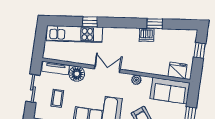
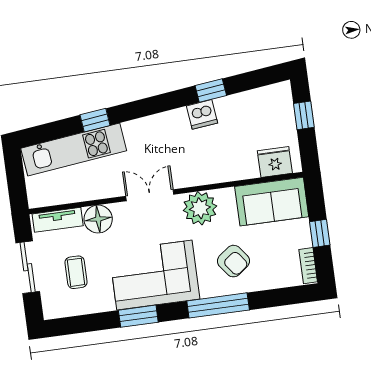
plant: (136, 80) -> (200, 208), width x1.87, depth x1.87

